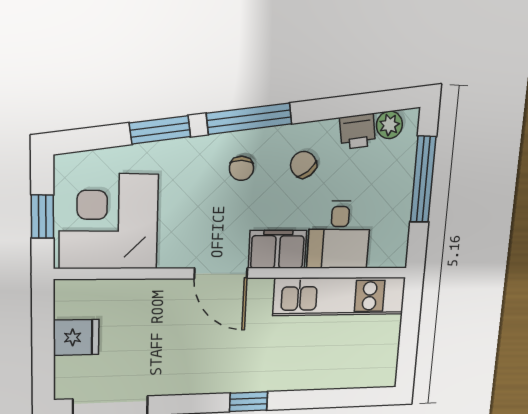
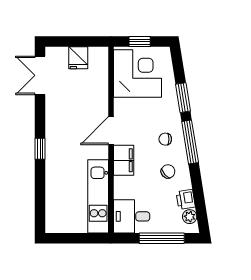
desk: (339, 235) -> (132, 216), moved

